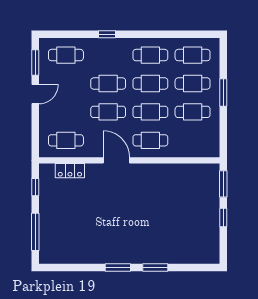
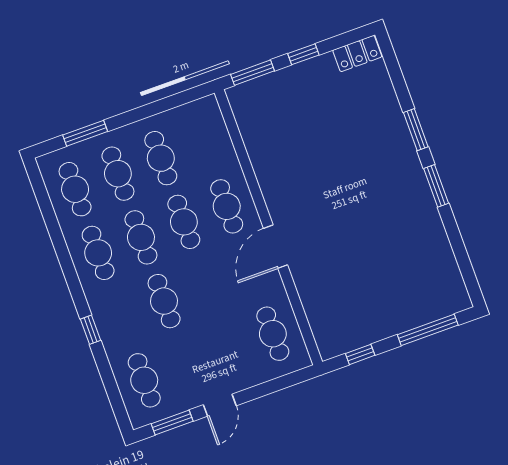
window: (223, 92) -> (85, 133), moved
door: (35, 94) -> (220, 405), swing flipped
cafe table: (108, 112) -> (207, 286), removed
locker: (70, 171) -> (357, 54), moved, turned 90

